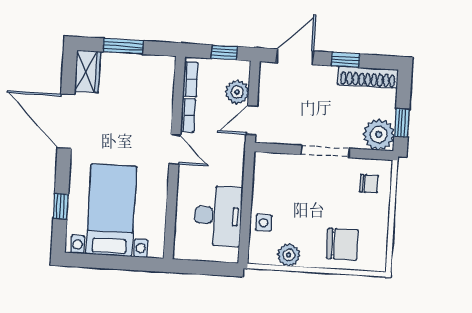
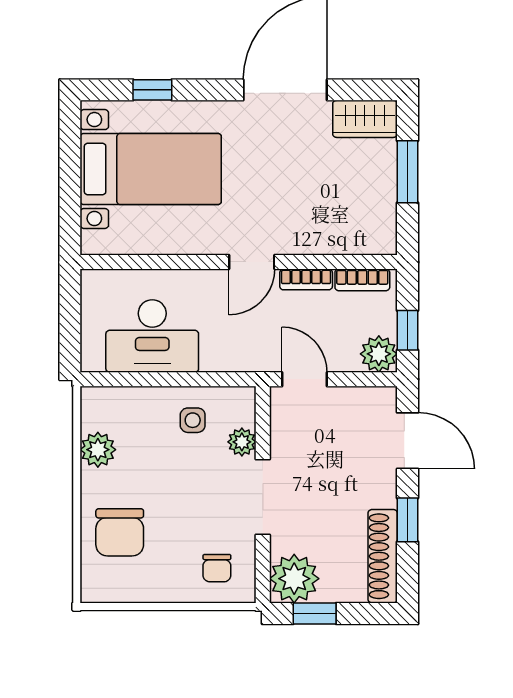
plant: (237, 92) -> (379, 354), moved
plant: (289, 163) -> (242, 442), added
side table: (264, 223) -> (193, 420), moved

